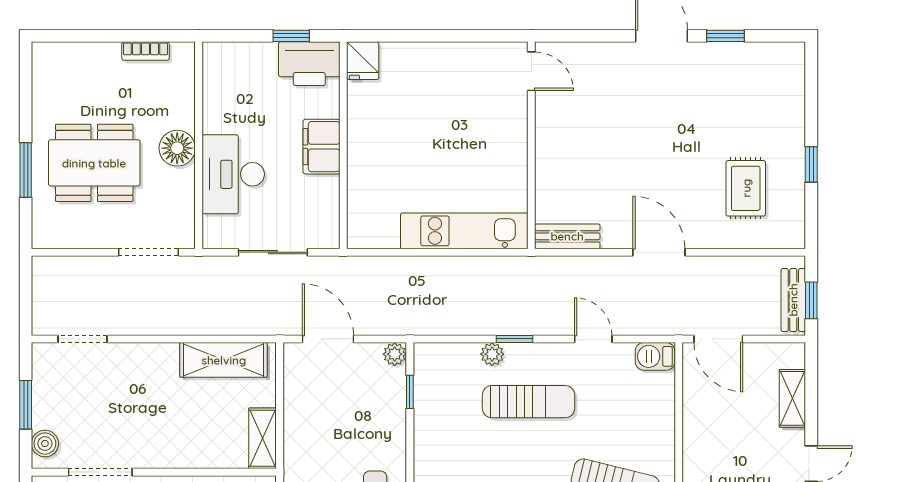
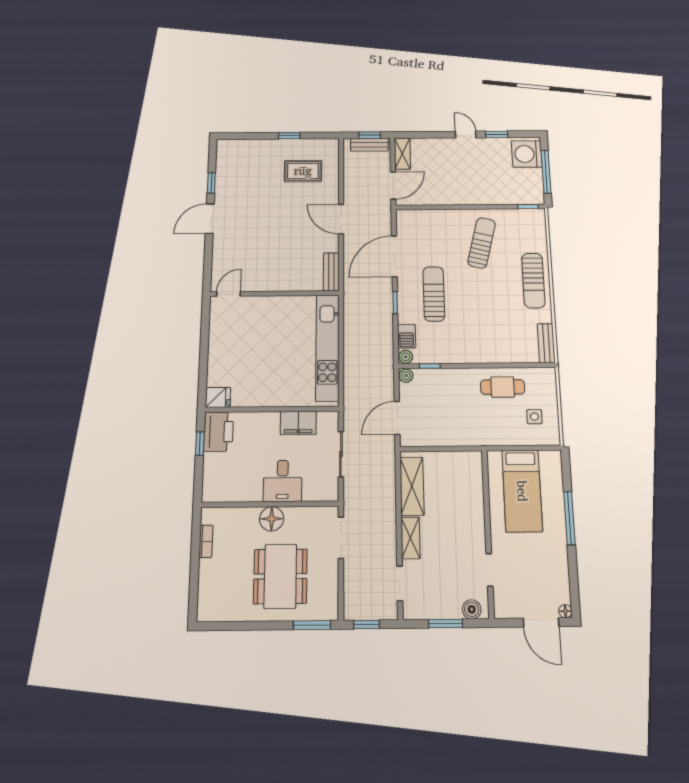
filing cabinet: (321, 147) -> (298, 423), moved
window: (26, 170) -> (312, 625), moved
desk: (233, 174) -> (283, 481), width x0.73
kitchen unit: (464, 231) -> (327, 348), width x1.36
door: (659, 252) -> (341, 219), hinge flipped
window: (26, 290) -> (366, 624), added
door: (593, 339) -> (394, 256), width x1.87
plant: (492, 354) -> (406, 357), moved
barbecue: (655, 356) -> (407, 336), moved
shelving: (792, 398) -> (402, 154), moved, turned 90
shelving: (263, 438) -> (411, 538), moved, turned 90
doorway: (100, 472) -> (489, 570), width x0.73

